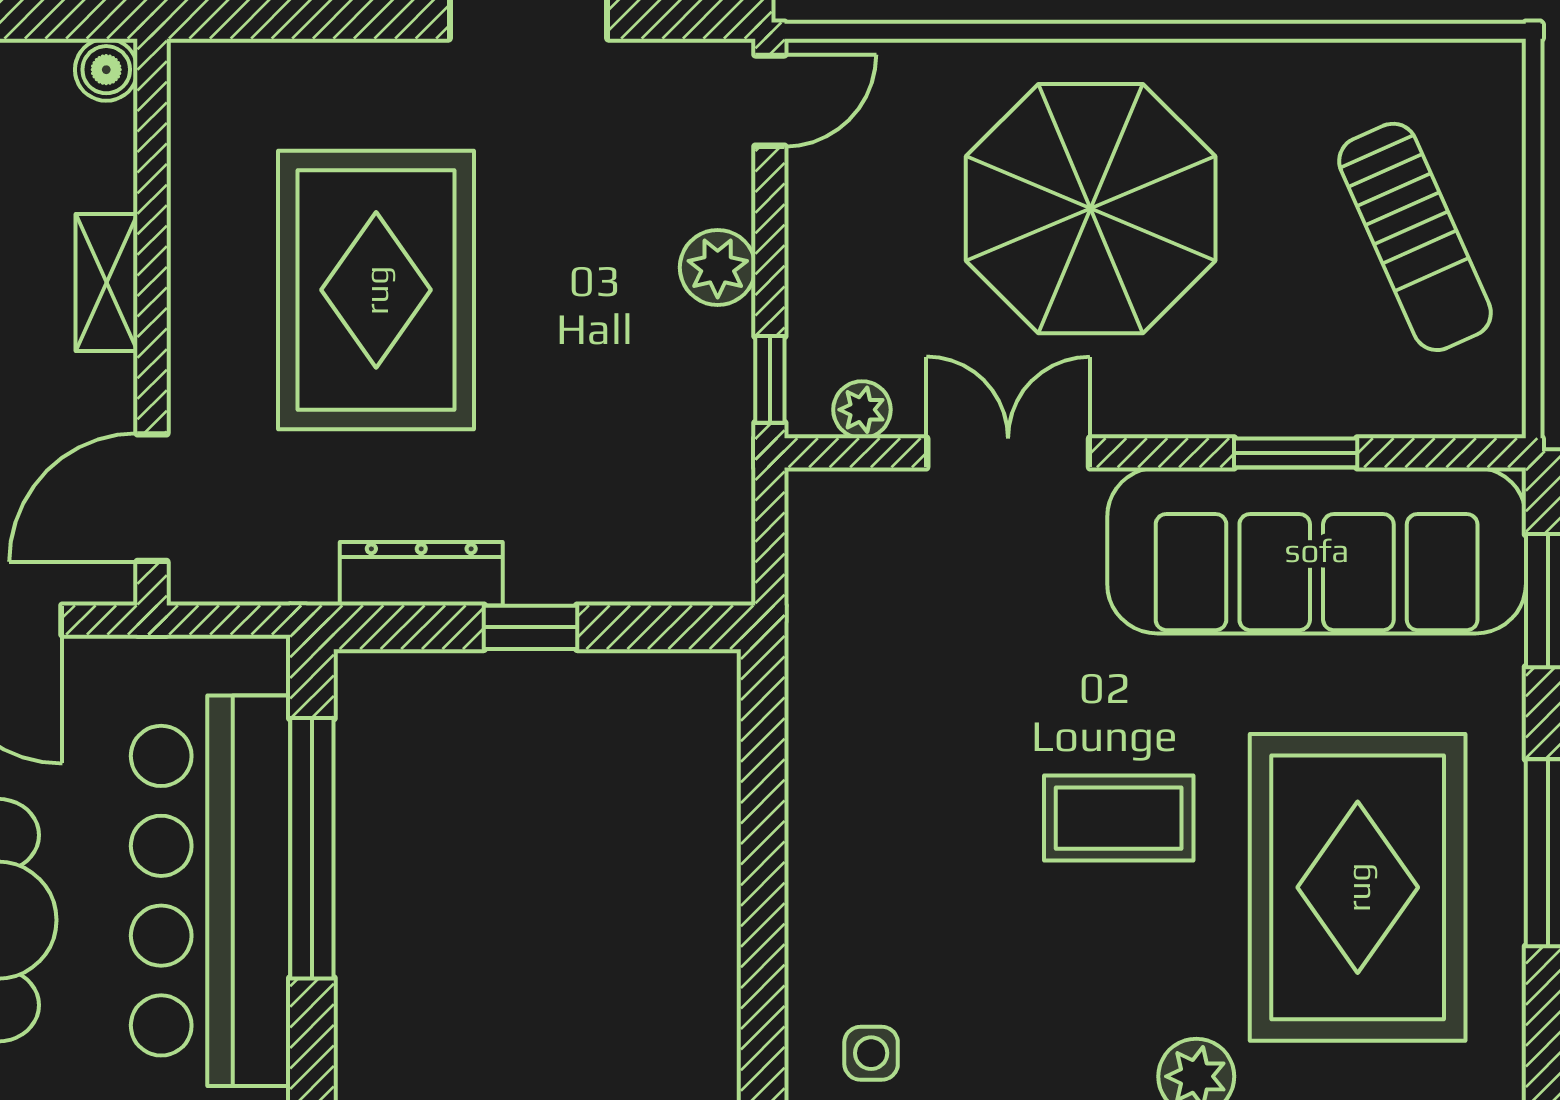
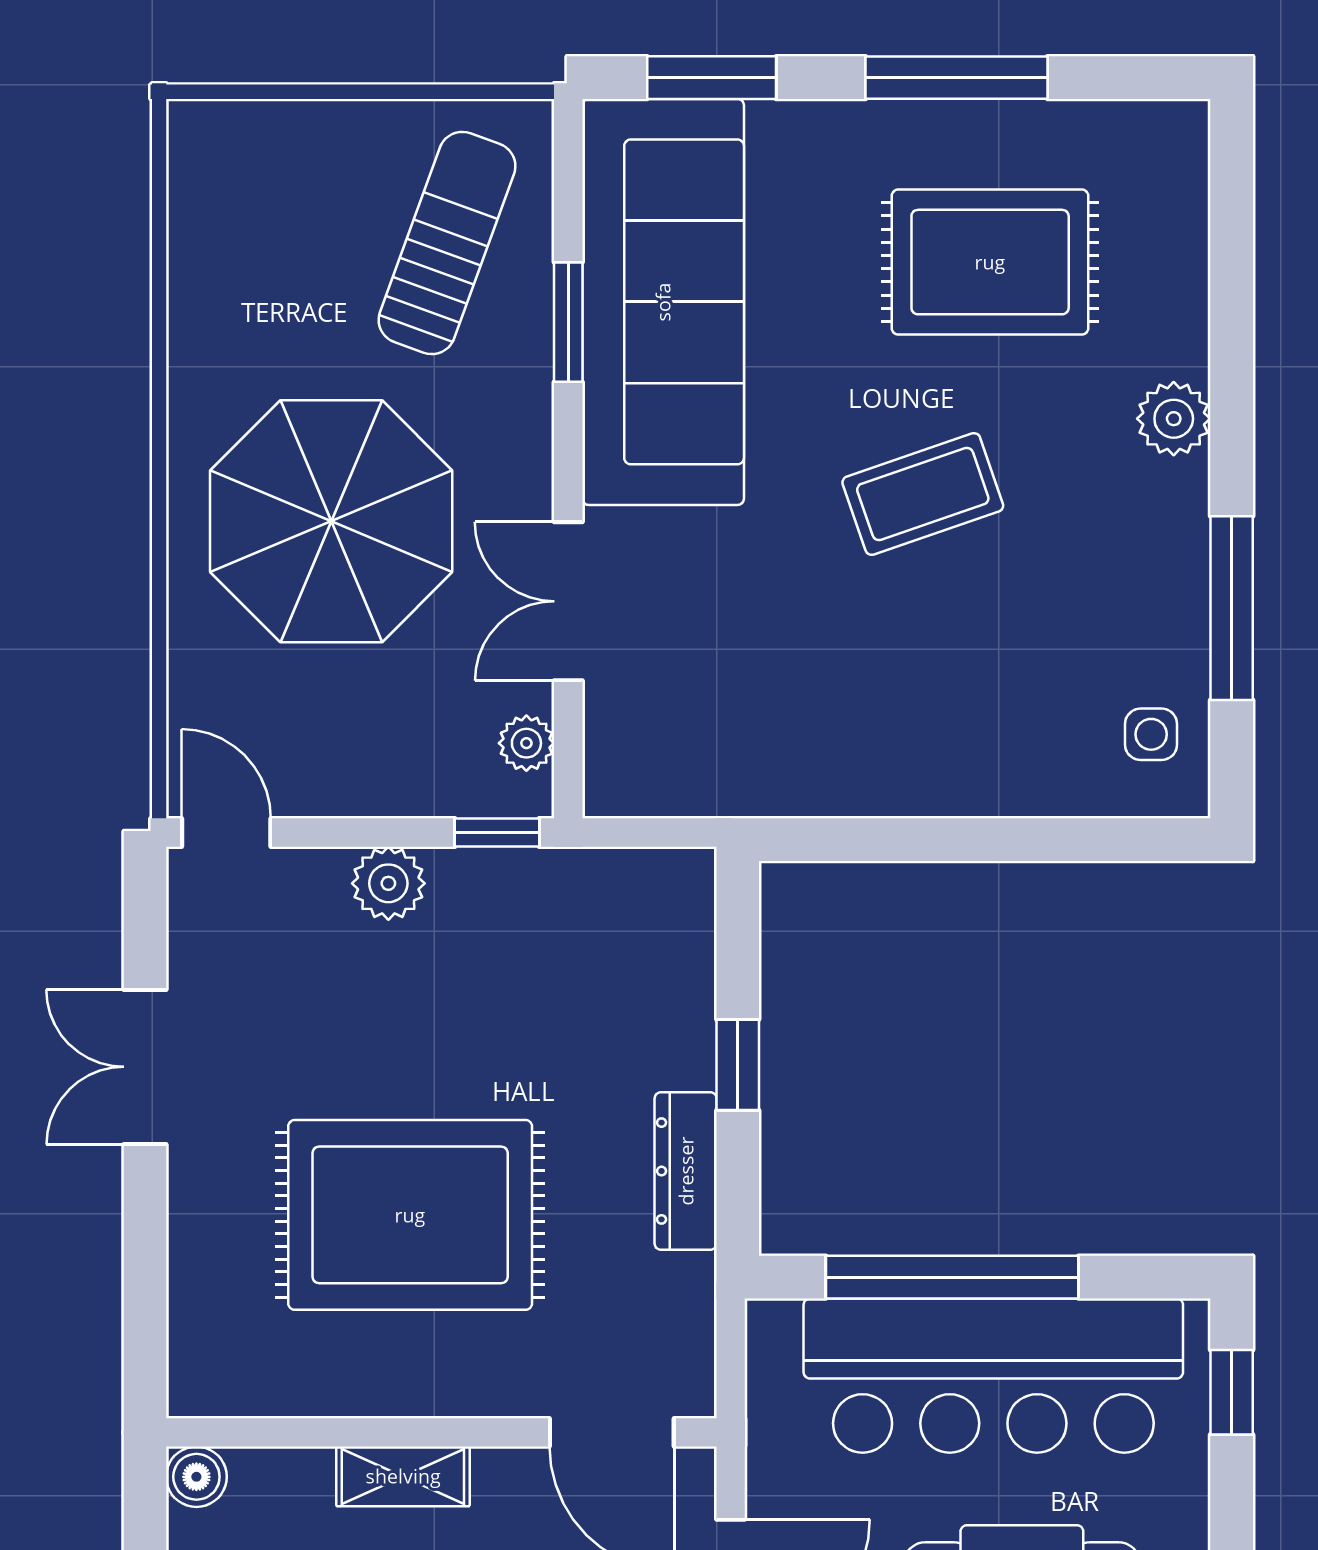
sun lounger: (1415, 237) -> (447, 243), moved, turned -46
coffee table: (1119, 818) -> (923, 494), turned 71
rug: (1358, 887) -> (990, 262), width x0.73, depth x0.69

